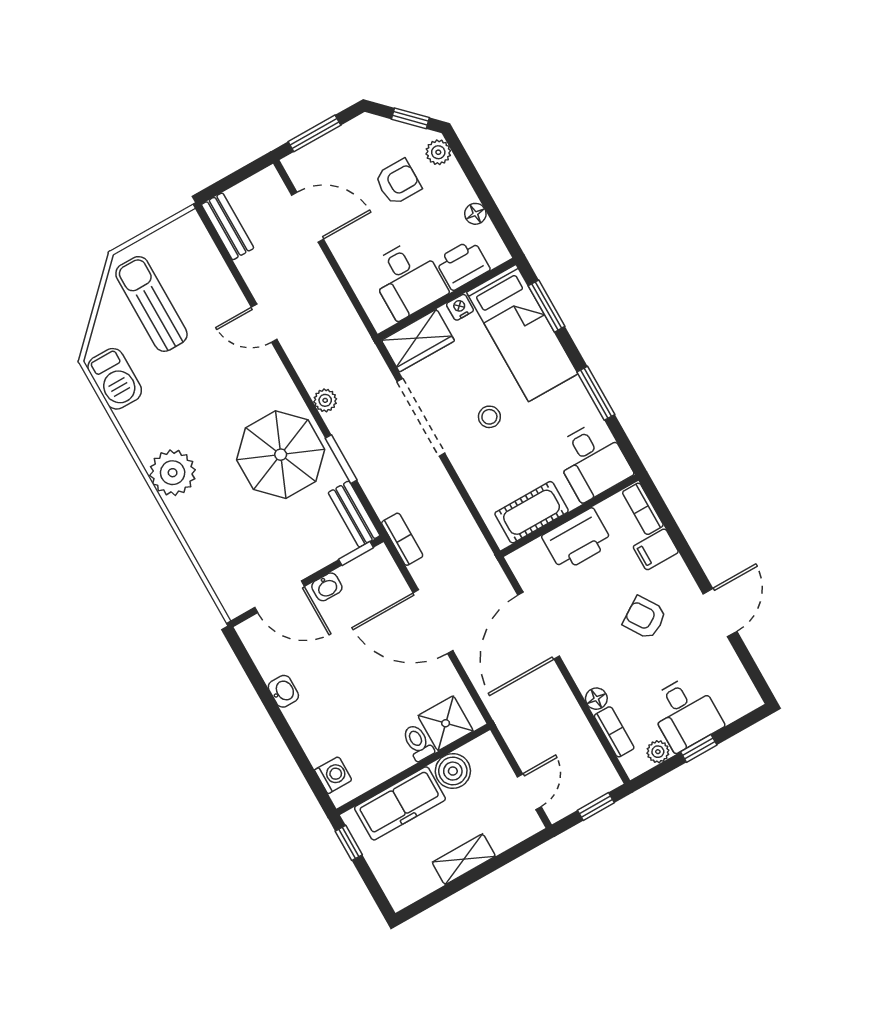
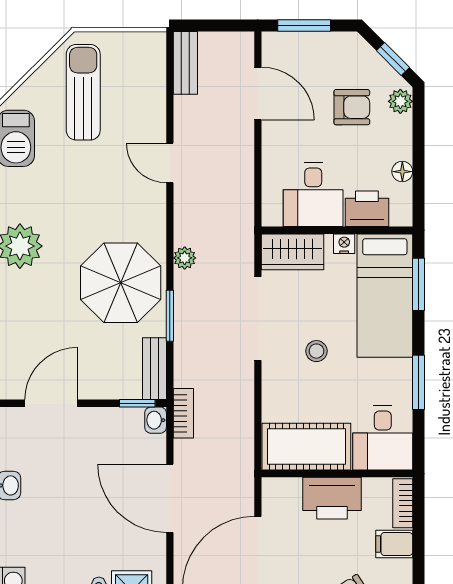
cot: (532, 512) -> (306, 447), width x1.37, depth x1.34
washbasin: (327, 587) -> (156, 420), moved, turned 90
door: (280, 597) -> (51, 403), swing flipped

